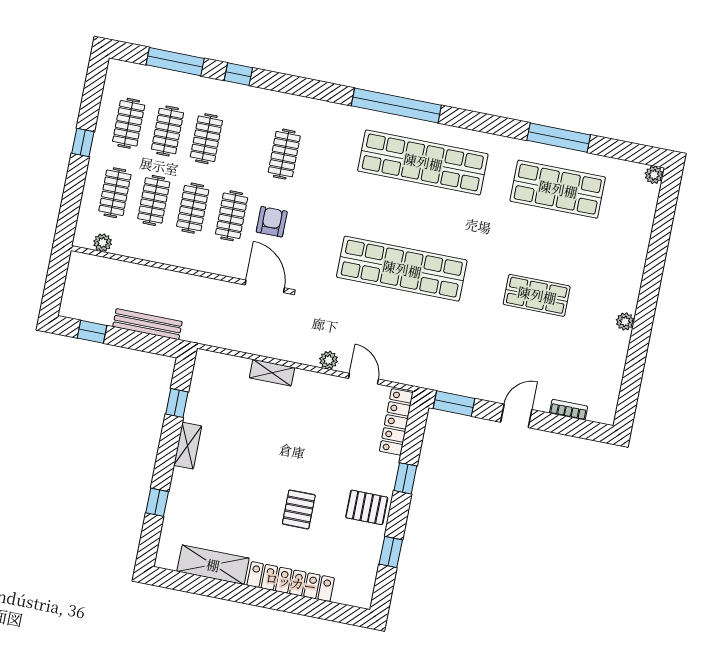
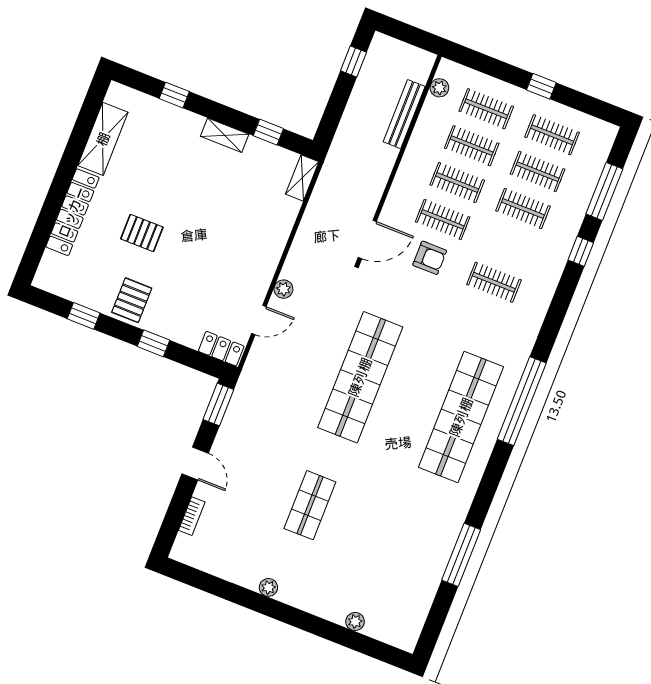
plant: (654, 175) -> (355, 621), moved
shop shelf: (558, 189) -> (411, 545), removed
bench: (147, 324) -> (404, 114), moved
shelving: (272, 373) -> (302, 178), moved
locker: (396, 422) -> (221, 349), width x0.66

